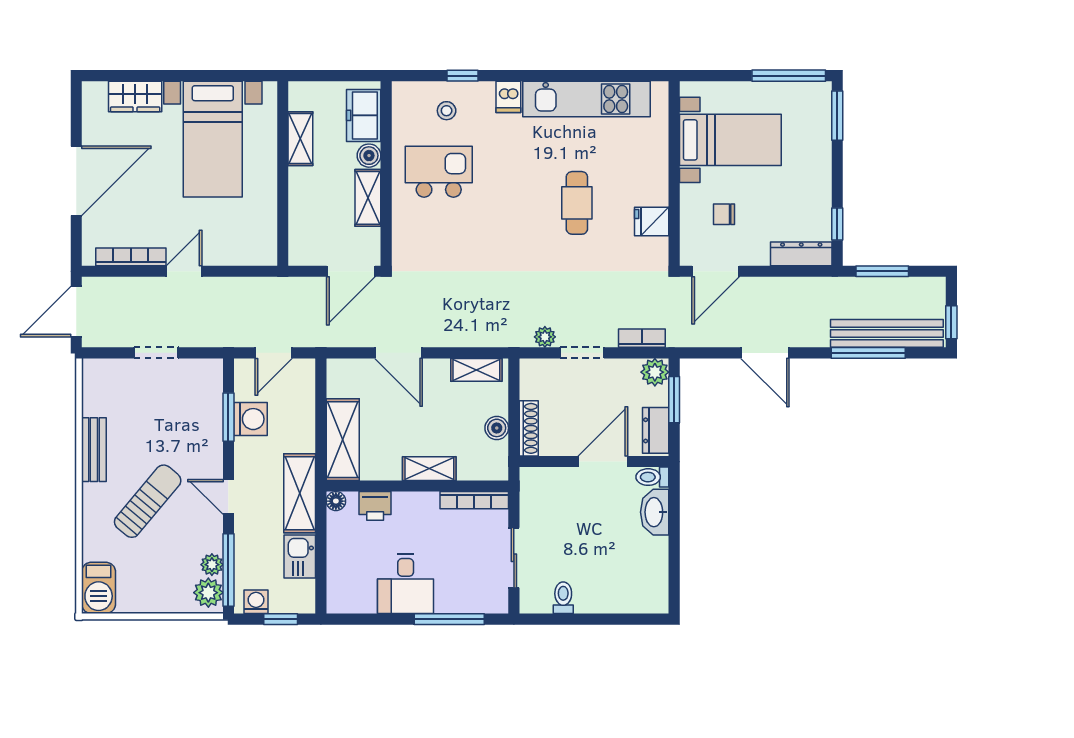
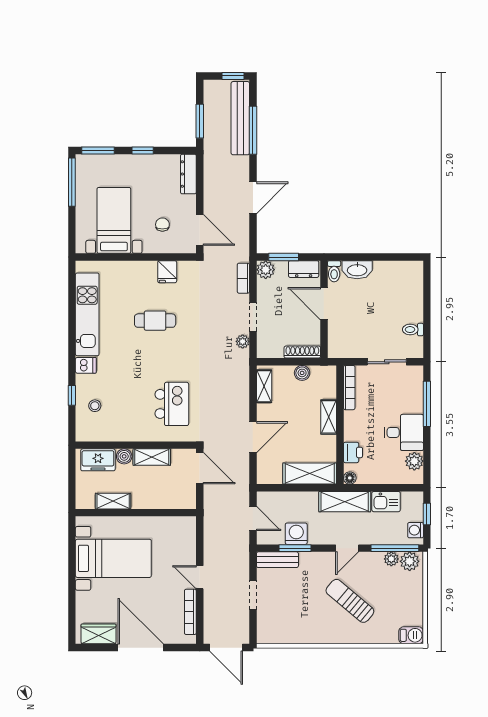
wardrobe: (135, 96) -> (98, 634), moved, turned -90
kitchen island: (439, 172) -> (172, 404), moved, turned 180
chair: (724, 214) -> (162, 225), turned 180
window: (837, 224) -> (143, 151), moved
bench: (94, 450) -> (277, 560), moved
barbecue: (99, 588) -> (411, 635), width x0.73, depth x0.79
plant: (362, 600) -> (414, 461), added

